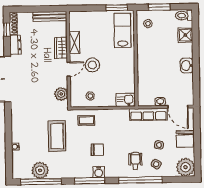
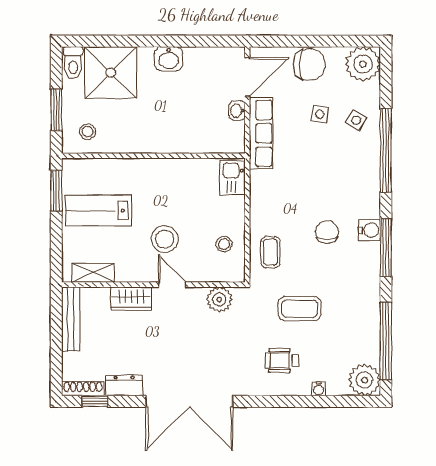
lab bench: (123, 30) -> (98, 211), moved
shower: (185, 35) -> (111, 73), width x1.86, depth x1.86
shelving: (74, 43) -> (93, 273), moved
coffee table: (57, 136) -> (300, 309), width x0.73, depth x0.76
wheelchair: (135, 161) -> (282, 360), moved
plant: (40, 170) -> (365, 380), moved

